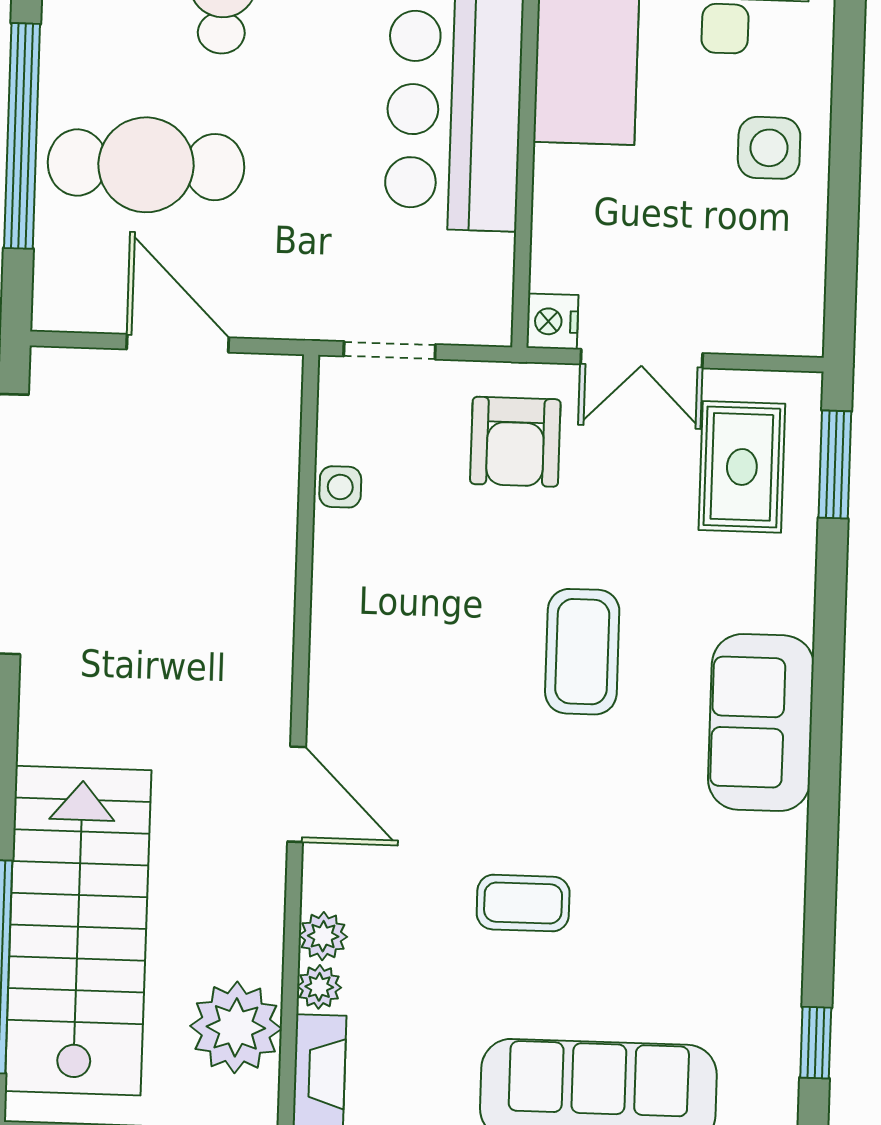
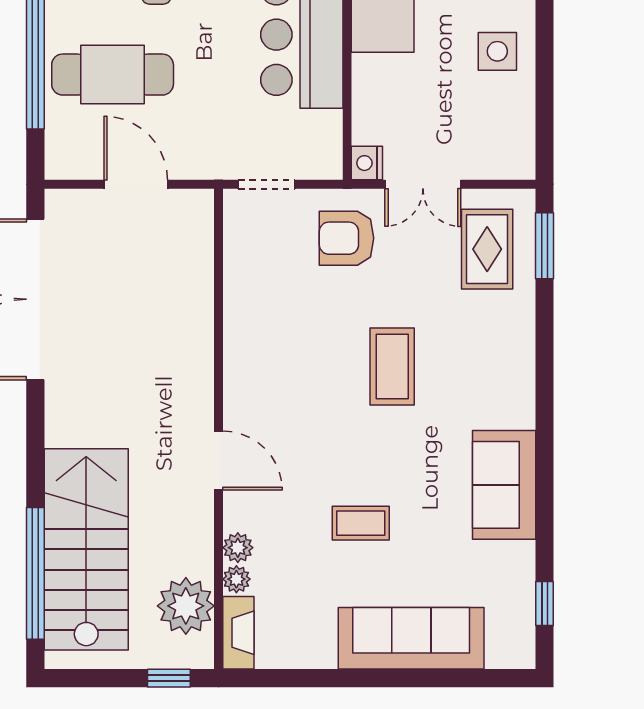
armchair: (515, 442) -> (347, 238), turned 90
side table: (340, 487) -> (239, 270), removed
sofa: (761, 723) -> (504, 485), moved

